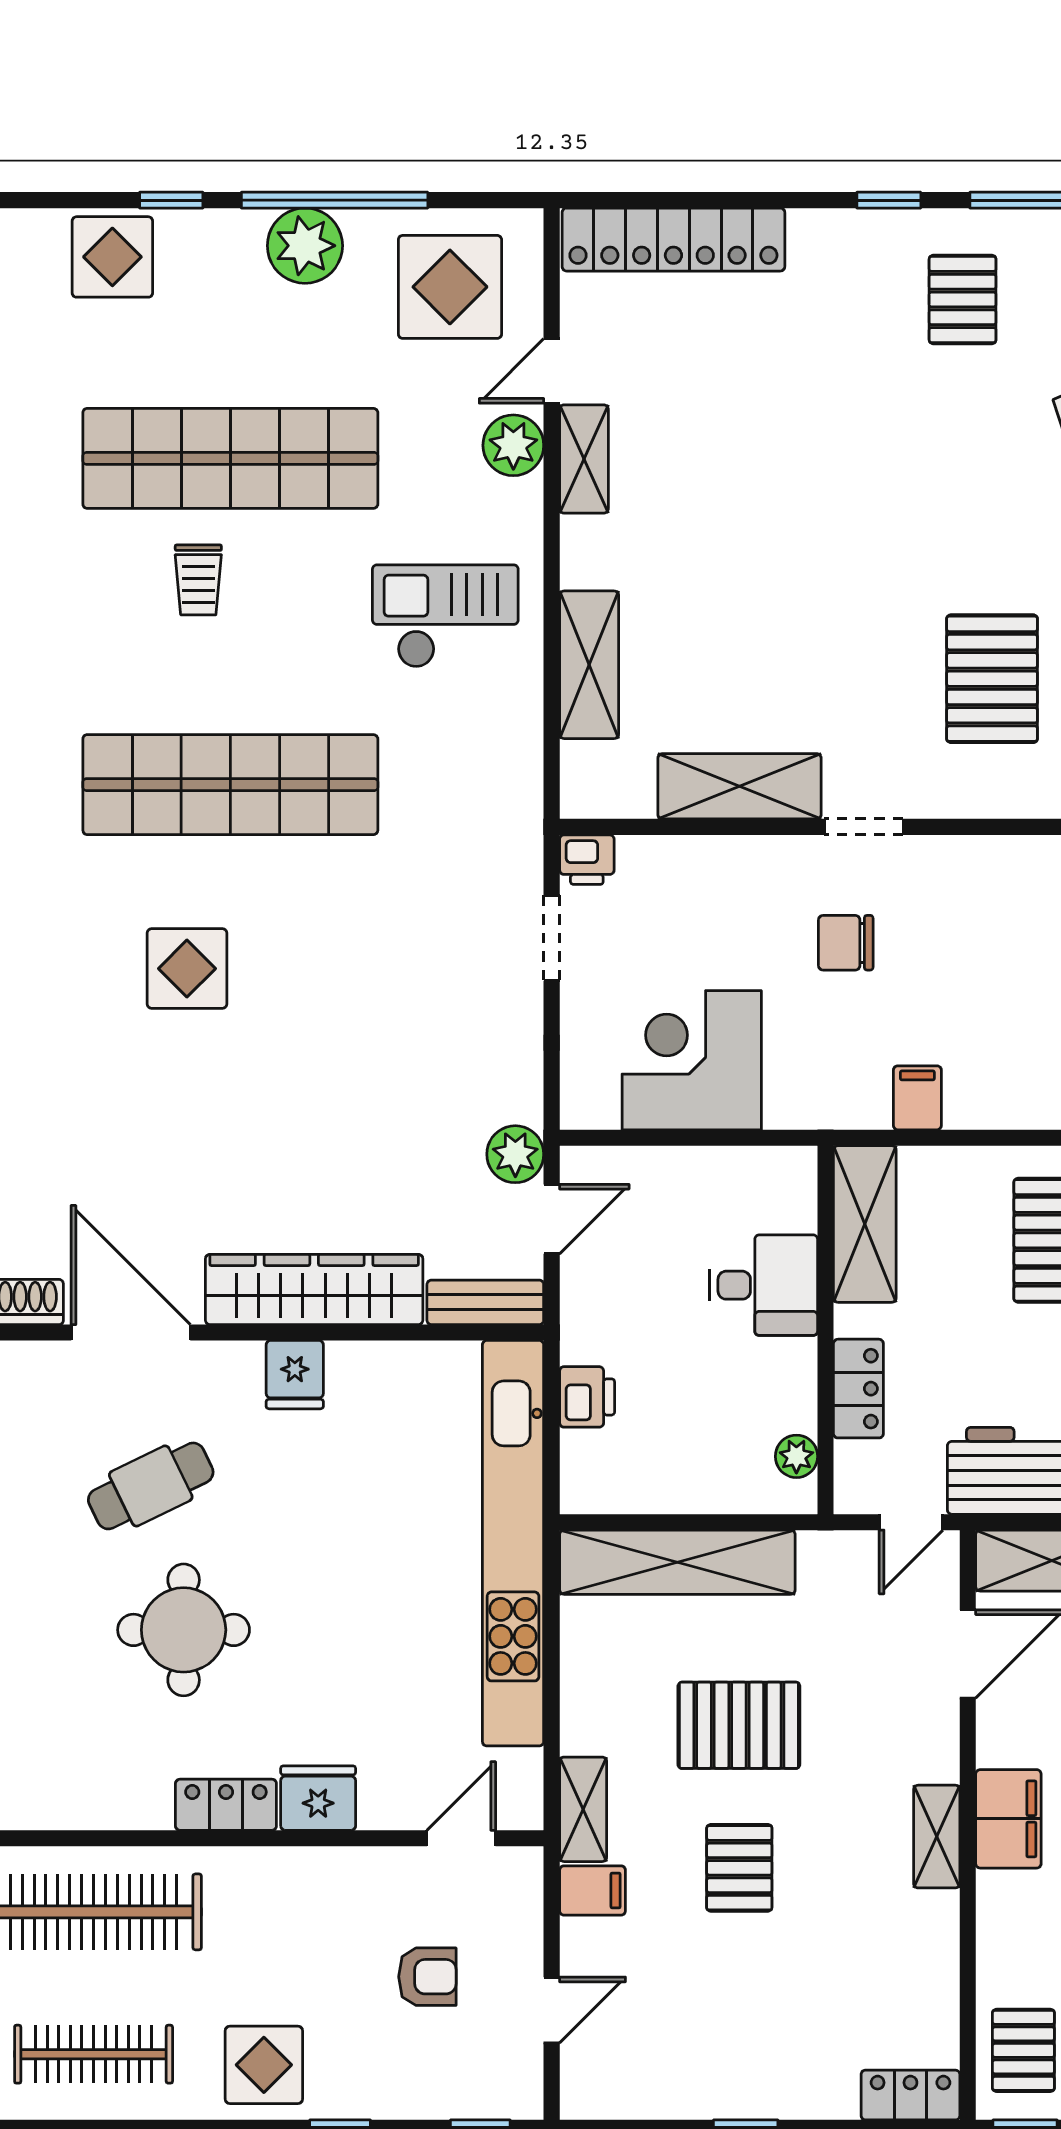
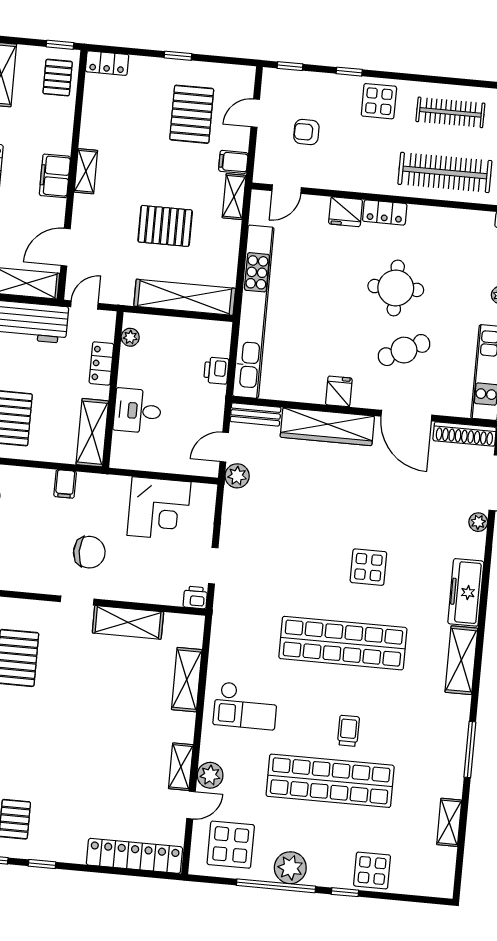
chair: (846, 943) -> (89, 552), width x1.37, depth x1.37
pallet: (739, 1868) -> (192, 114), moved, width x1.50, depth x1.42

